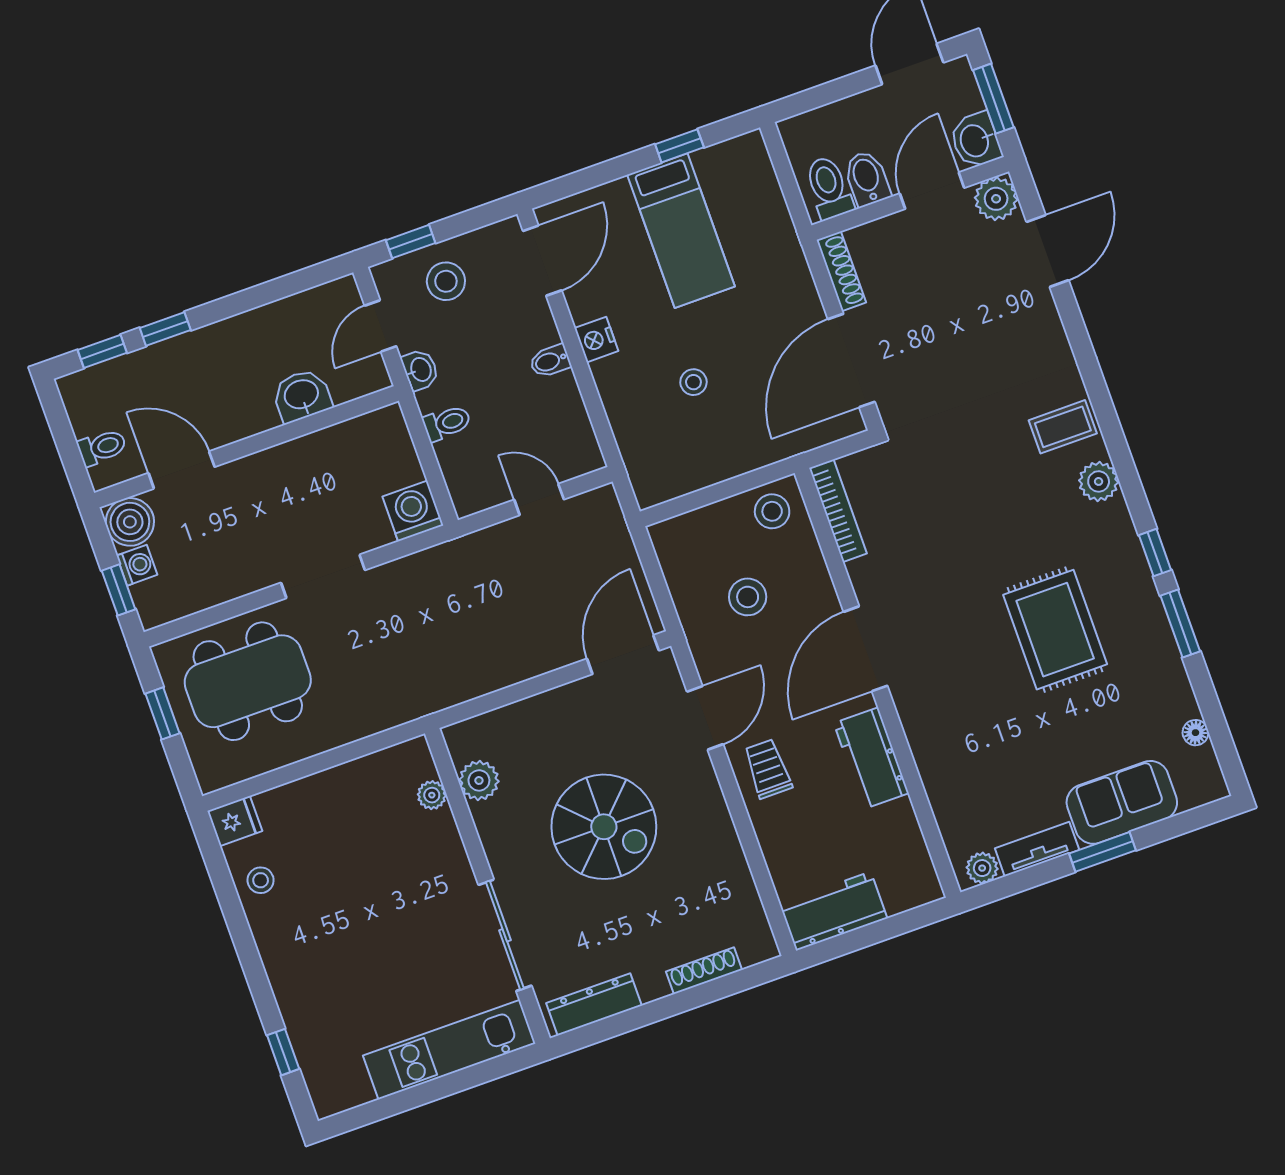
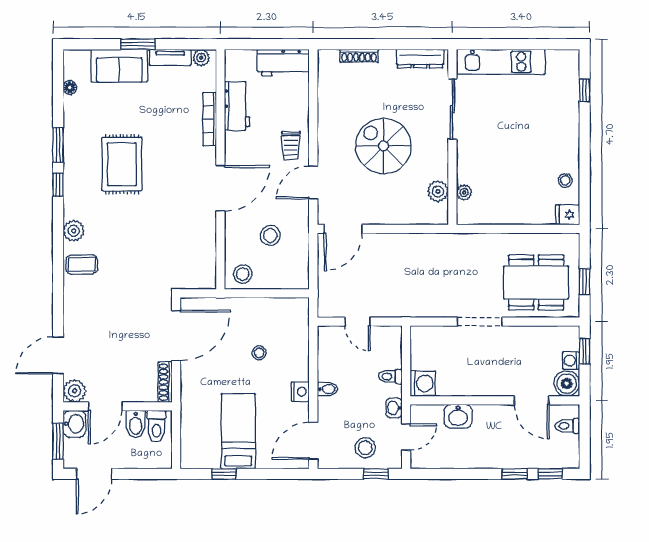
washing machine: (413, 511) -> (423, 383), moved, turned -90
bookcase: (838, 511) -> (210, 119), moved
workbench: (871, 758) -> (237, 106), moved

